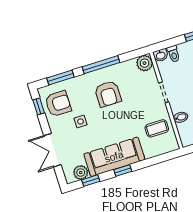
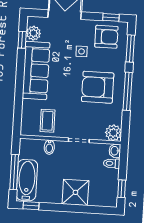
armchair: (108, 94) -> (98, 87), width x1.36, depth x1.36
armchair: (58, 104) -> (106, 37), turned -90
window: (123, 170) -> (20, 73), removed

